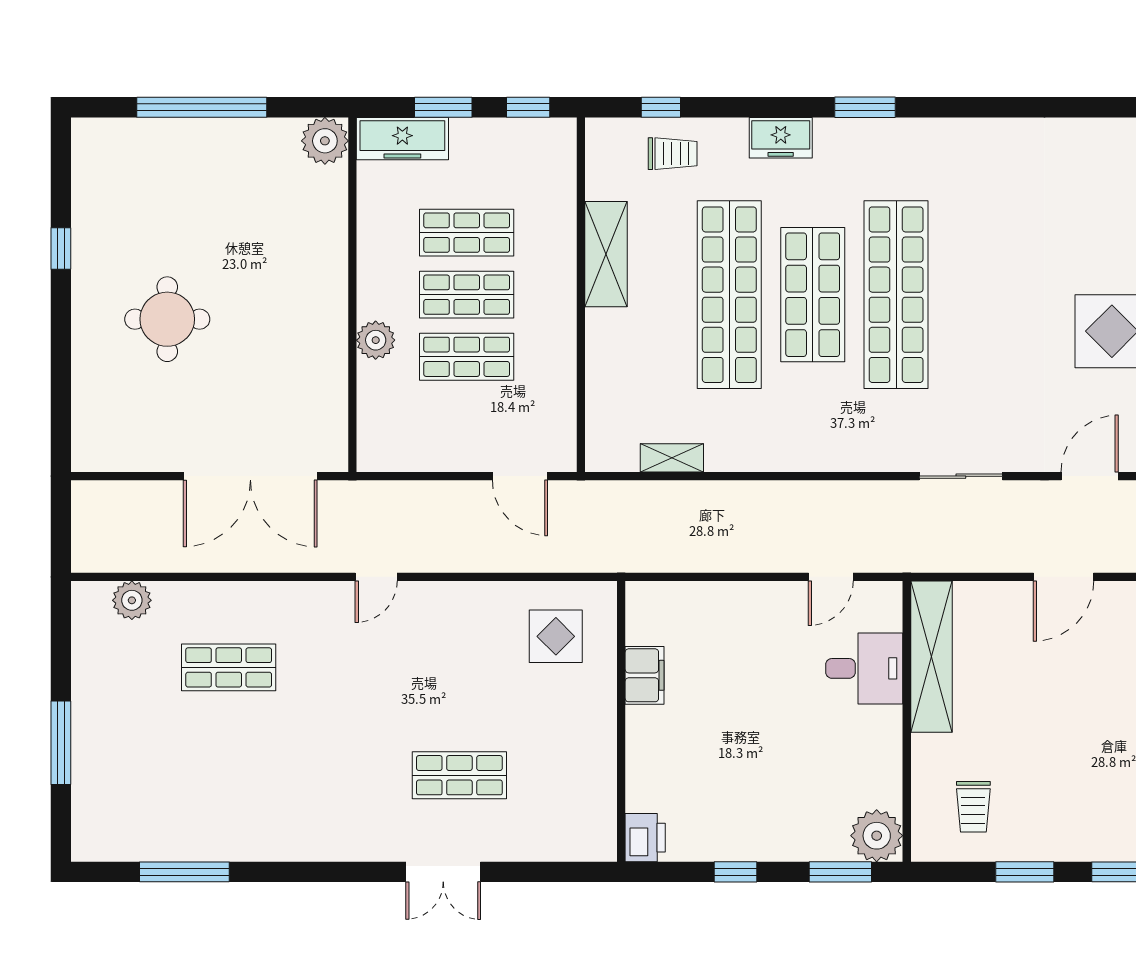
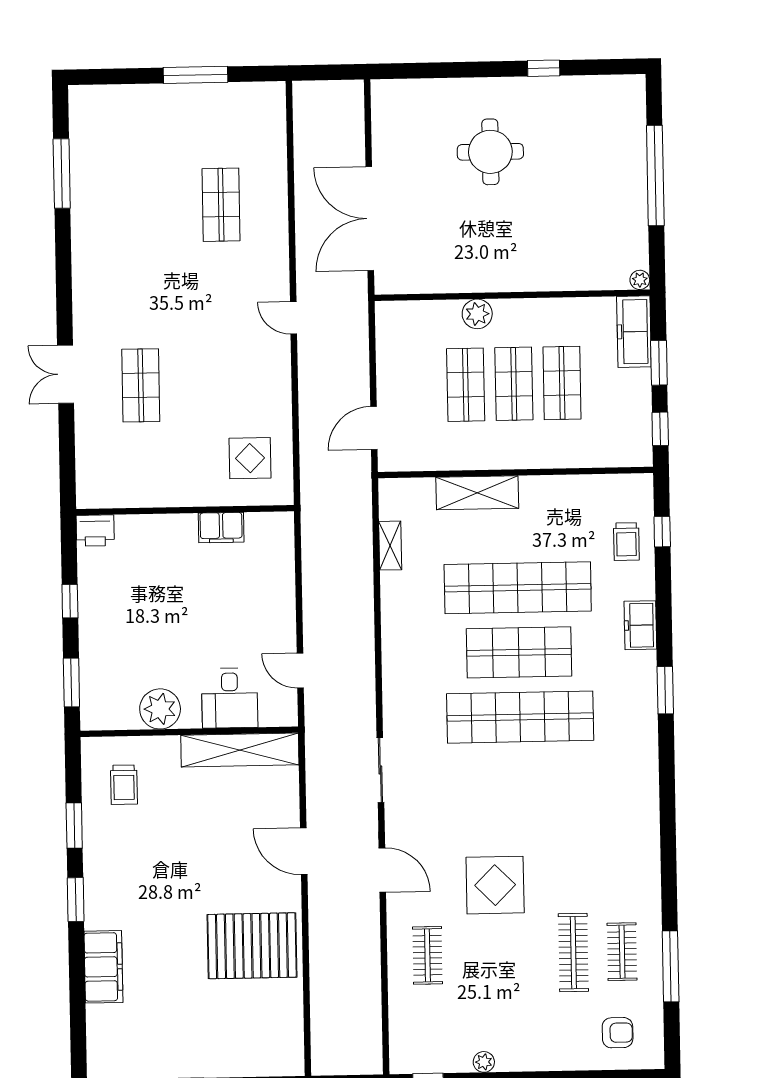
plant: (325, 141) -> (640, 280), width x0.53, depth x0.53
shelving: (606, 254) -> (477, 493), moved
plant: (132, 600) -> (272, 129), removed
window: (61, 743) -> (195, 75), moved
trolley: (973, 807) -> (124, 785), turned -90
plant: (877, 836) -> (160, 709), moved

